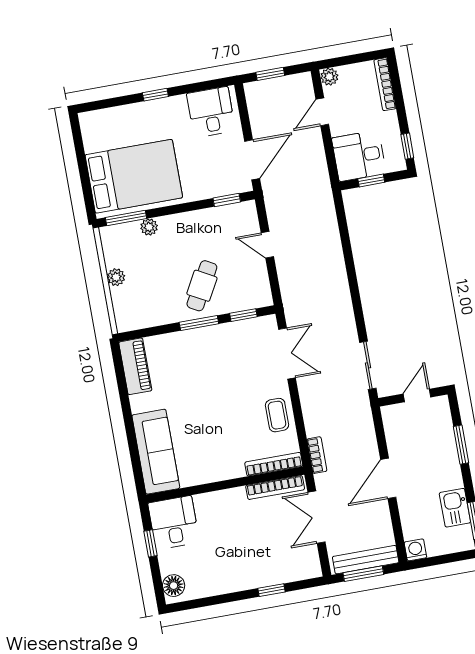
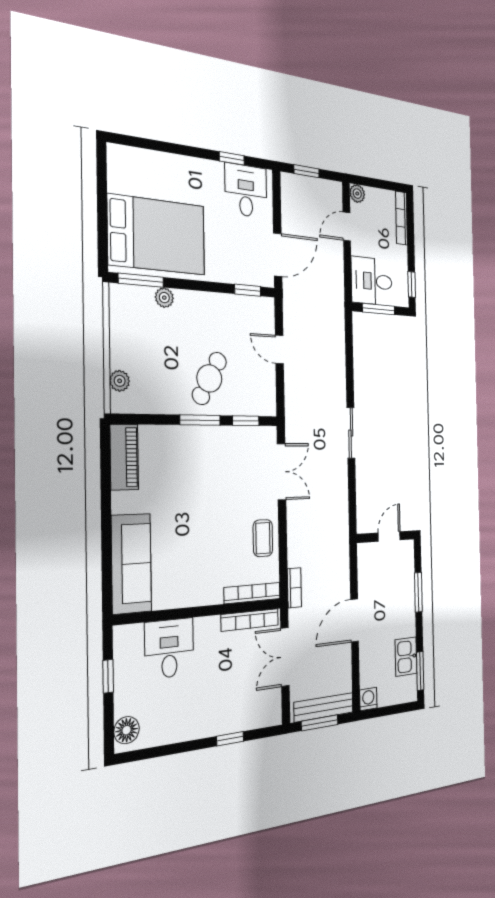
window: (155, 95) -> (232, 158), moved
window: (371, 180) -> (379, 309), width x1.50
plant: (116, 277) -> (120, 381), moved
sliding door: (368, 365) -> (351, 433), moved
desk: (174, 523) -> (169, 648), moved

